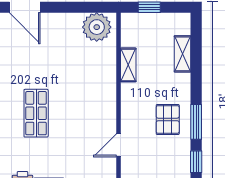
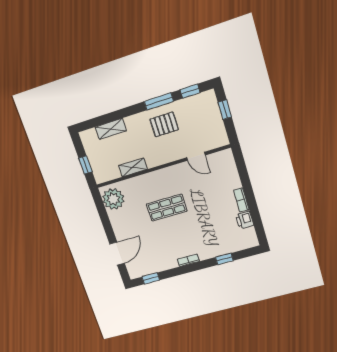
shop shelf: (36, 113) -> (167, 208), moved

